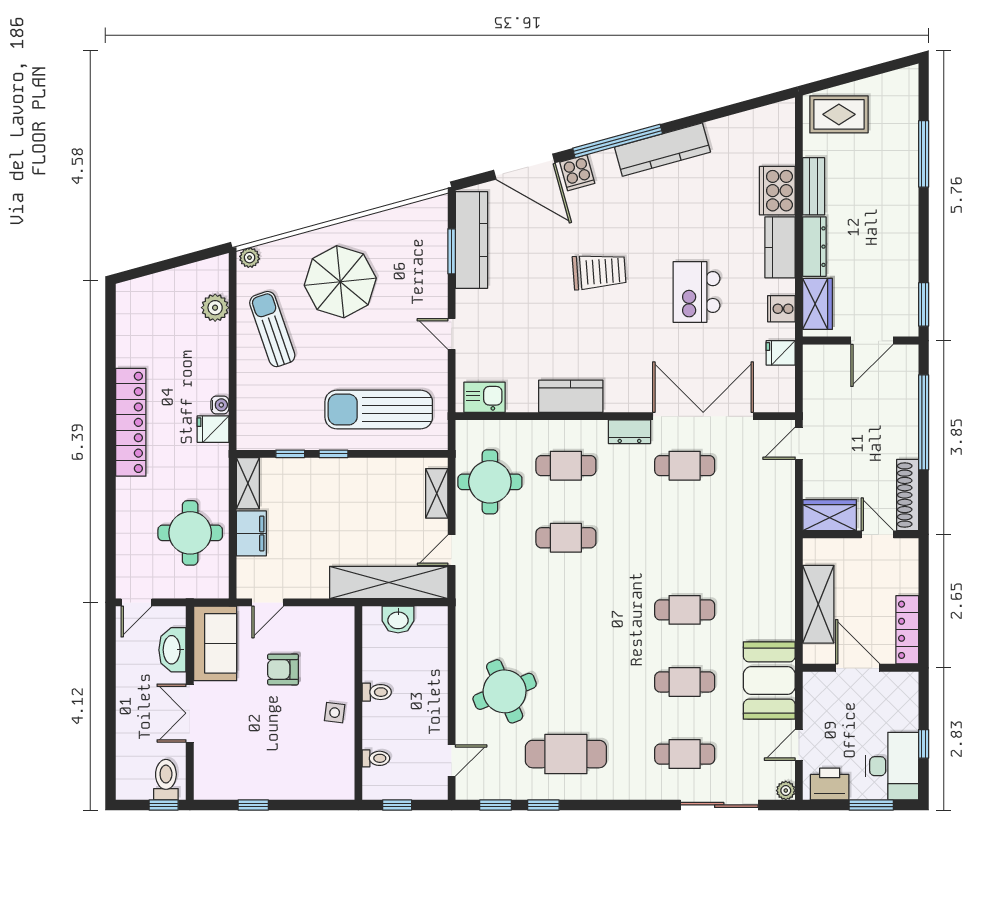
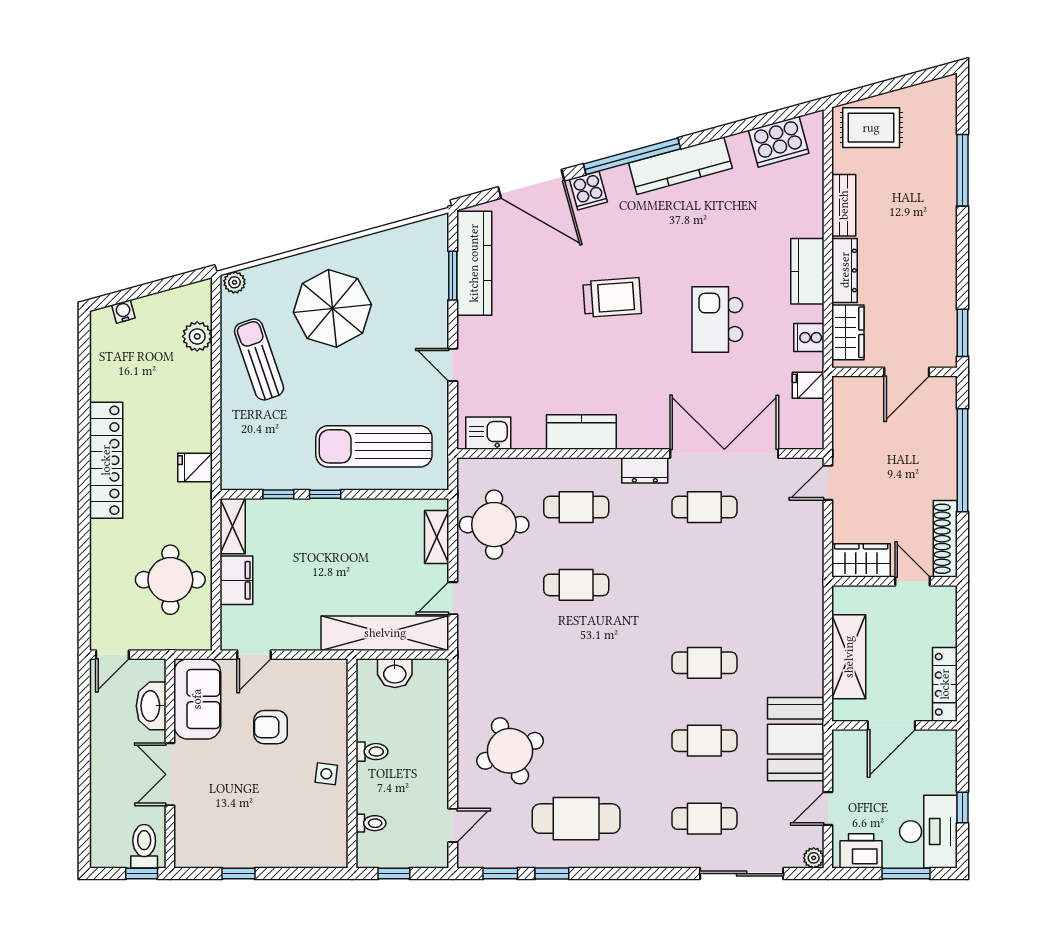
cooker: (777, 191) -> (779, 142), moved, turned -105
water cooler: (220, 405) -> (123, 312), moved, turned -105
door: (858, 668) -> (891, 725), swing flipped

